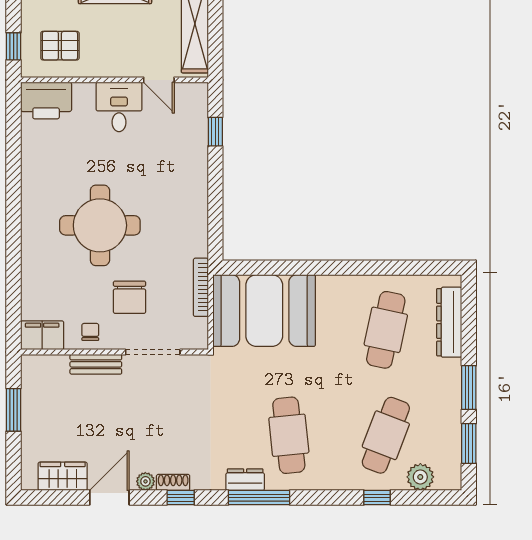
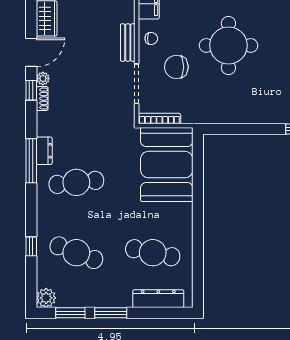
bookcase: (201, 287) -> (159, 119), moved
plant: (420, 477) -> (46, 298), moved
door: (109, 498) -> (31, 52), hinge flipped
window: (181, 498) -> (31, 90), moved

